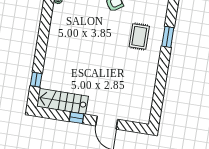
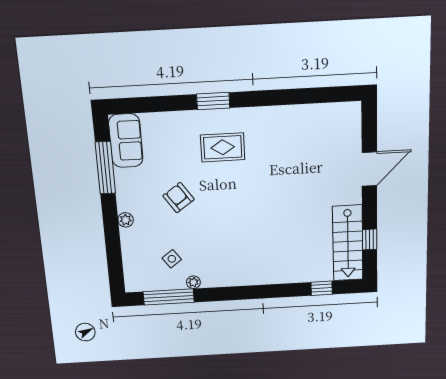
window: (76, 118) -> (370, 239), moved

